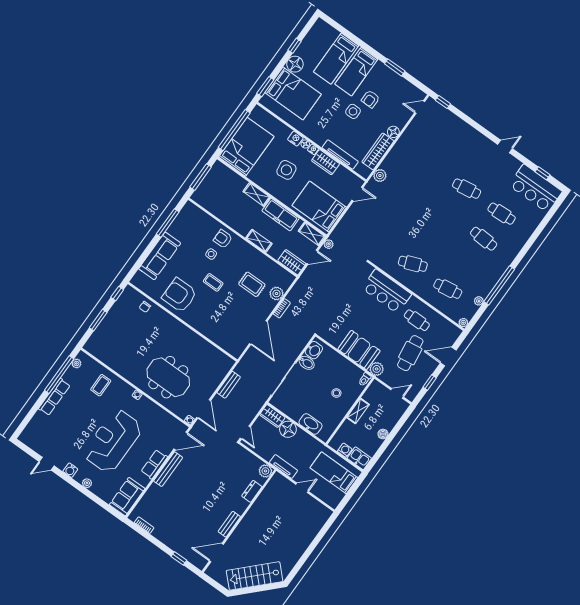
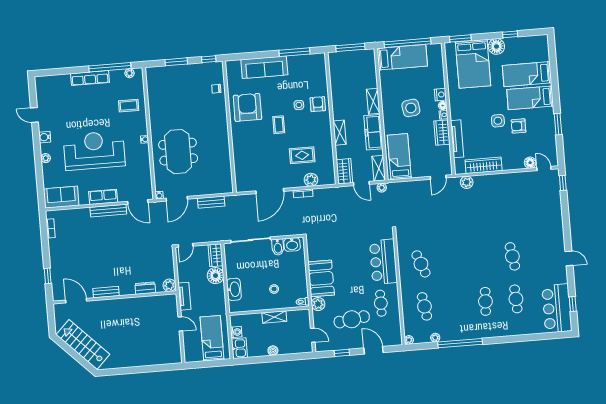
floor lamp: (393, 132) -> (530, 163), moved
bed: (246, 147) -> (402, 57), width x0.67
door: (357, 194) -> (438, 177), hinge flipped
bed: (319, 206) -> (399, 157), width x0.67
rug: (252, 284) -> (302, 155), turned 90

